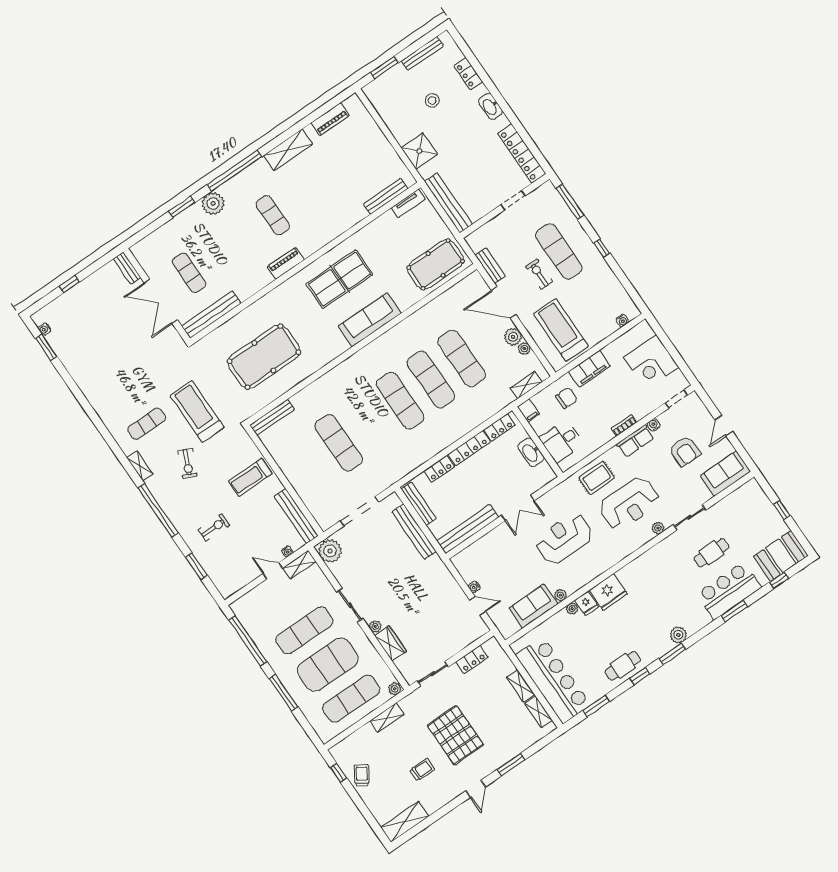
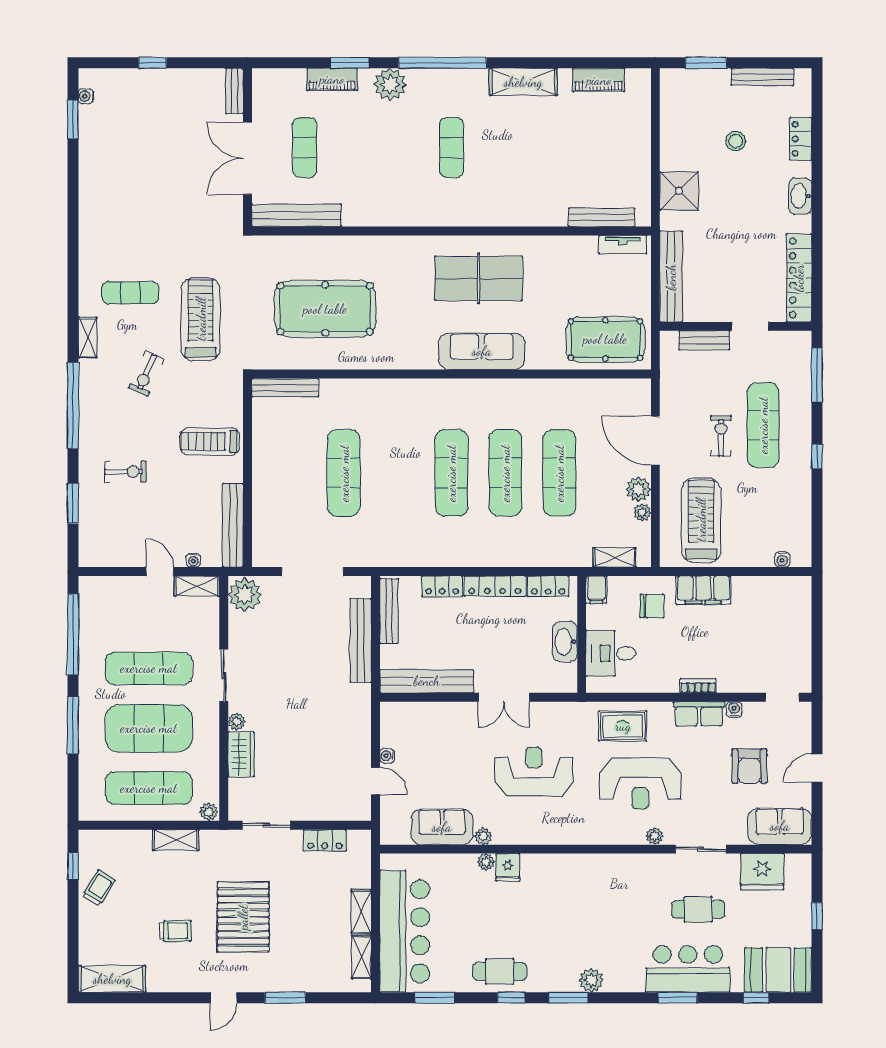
piano: (286, 263) -> (332, 79), moved, turned 180
bench: (490, 266) -> (704, 340), moved, turned 90
corner desk: (651, 362) -> (782, 633), removed
fridge: (608, 592) -> (762, 872), moved

